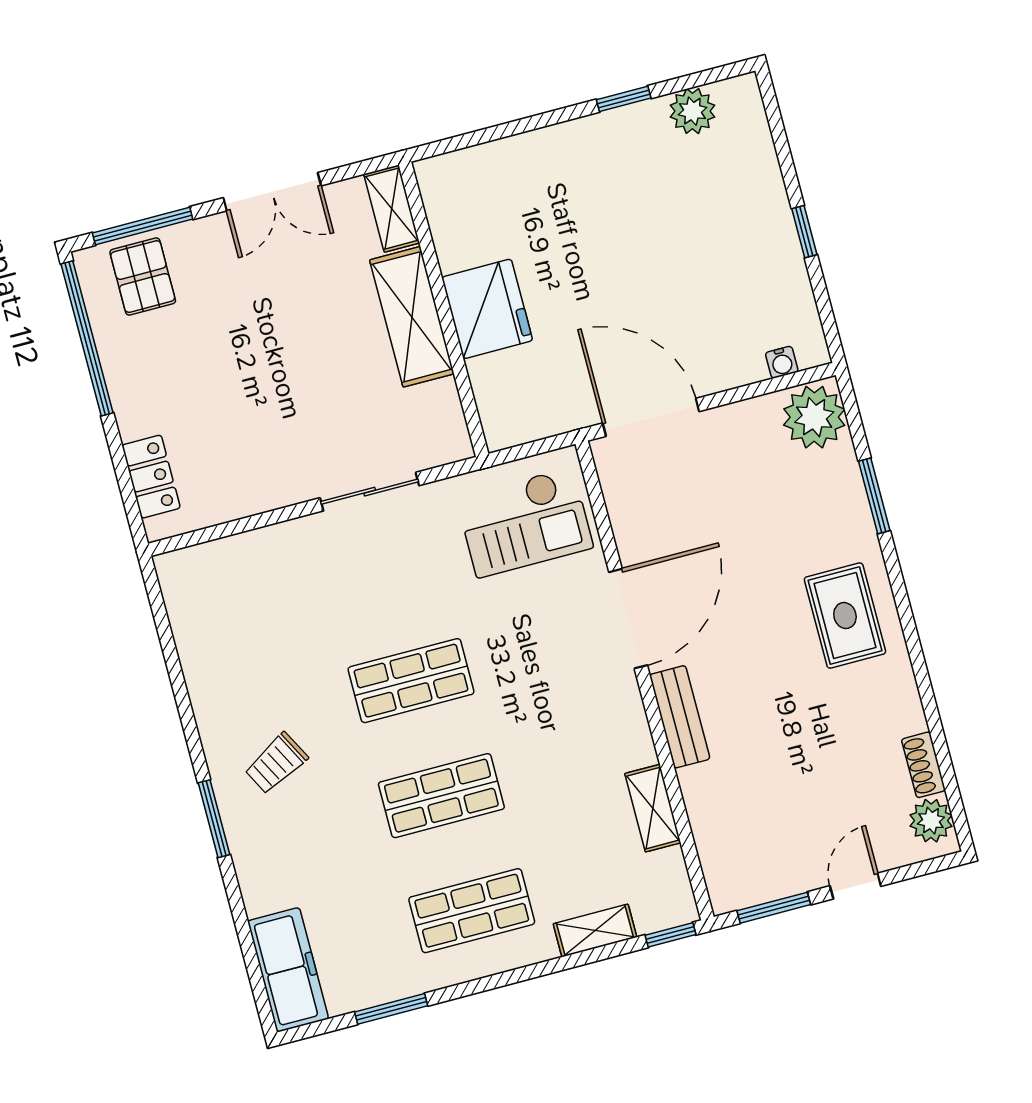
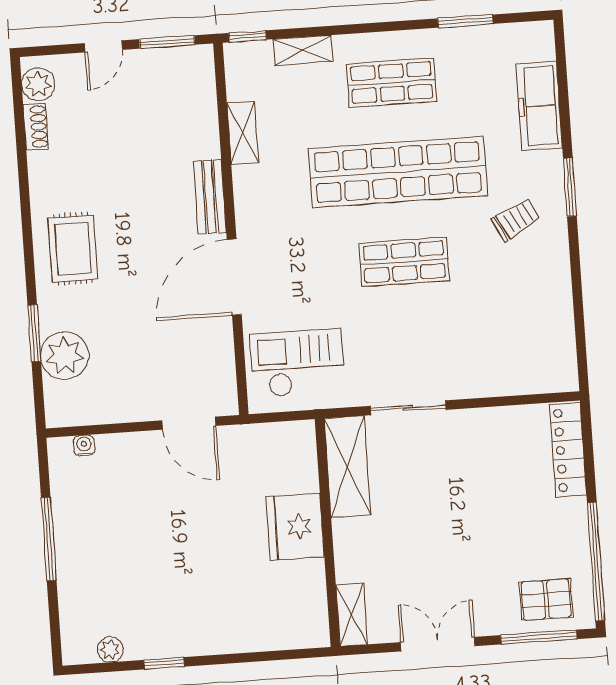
plant: (692, 111) -> (110, 650), width x0.73, depth x0.73
window: (804, 232) -> (49, 539), width x2.17
pallet: (143, 277) -> (546, 600), turned 90
shelving: (412, 317) -> (347, 467), moved
door: (651, 417) -> (189, 423), width x0.73
plant: (814, 417) -> (65, 356), moved
locker: (151, 477) -> (568, 450), width x1.53
shop shelf: (441, 796) -> (398, 172), width x2.00, depth x1.36
freezer: (288, 970) -> (539, 106), moved

